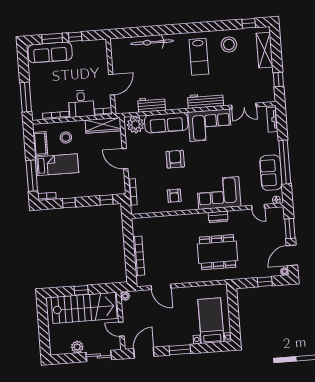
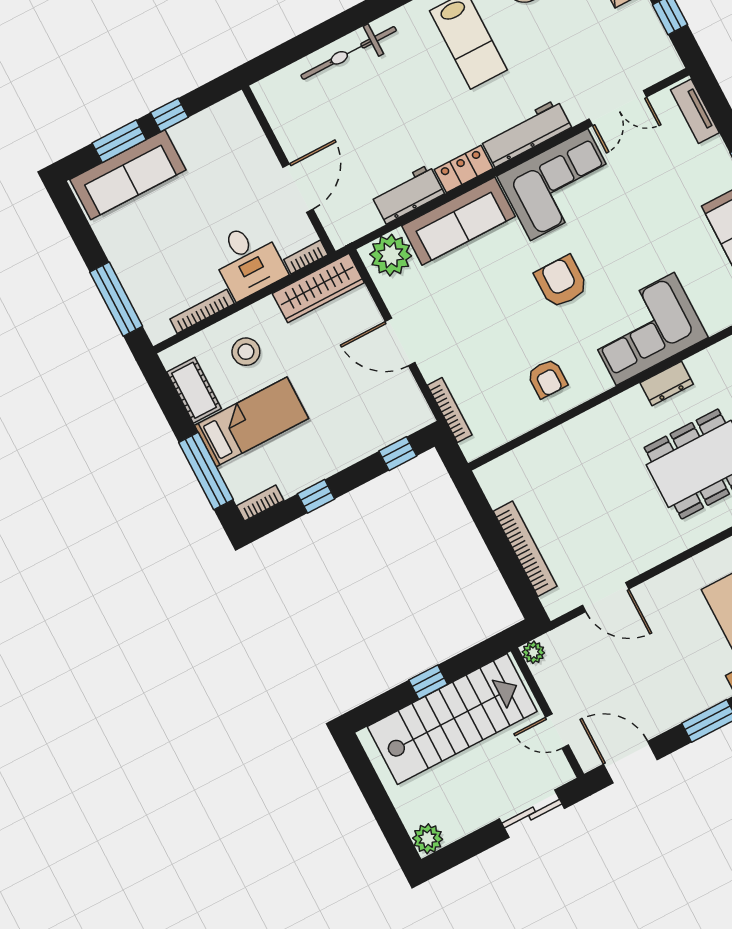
locker: (177, 104) -> (464, 169), added
armchair: (175, 159) -> (561, 282), moved
plant: (77, 347) -> (428, 839), moved
door: (144, 353) -> (630, 762), hinge flipped

